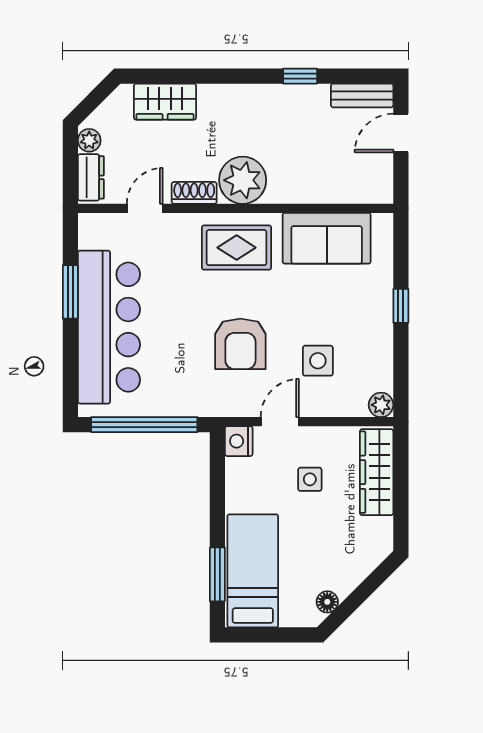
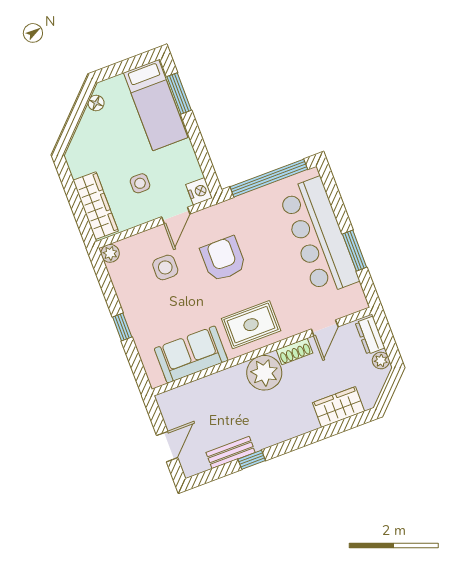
bench: (362, 96) -> (231, 452), moved

